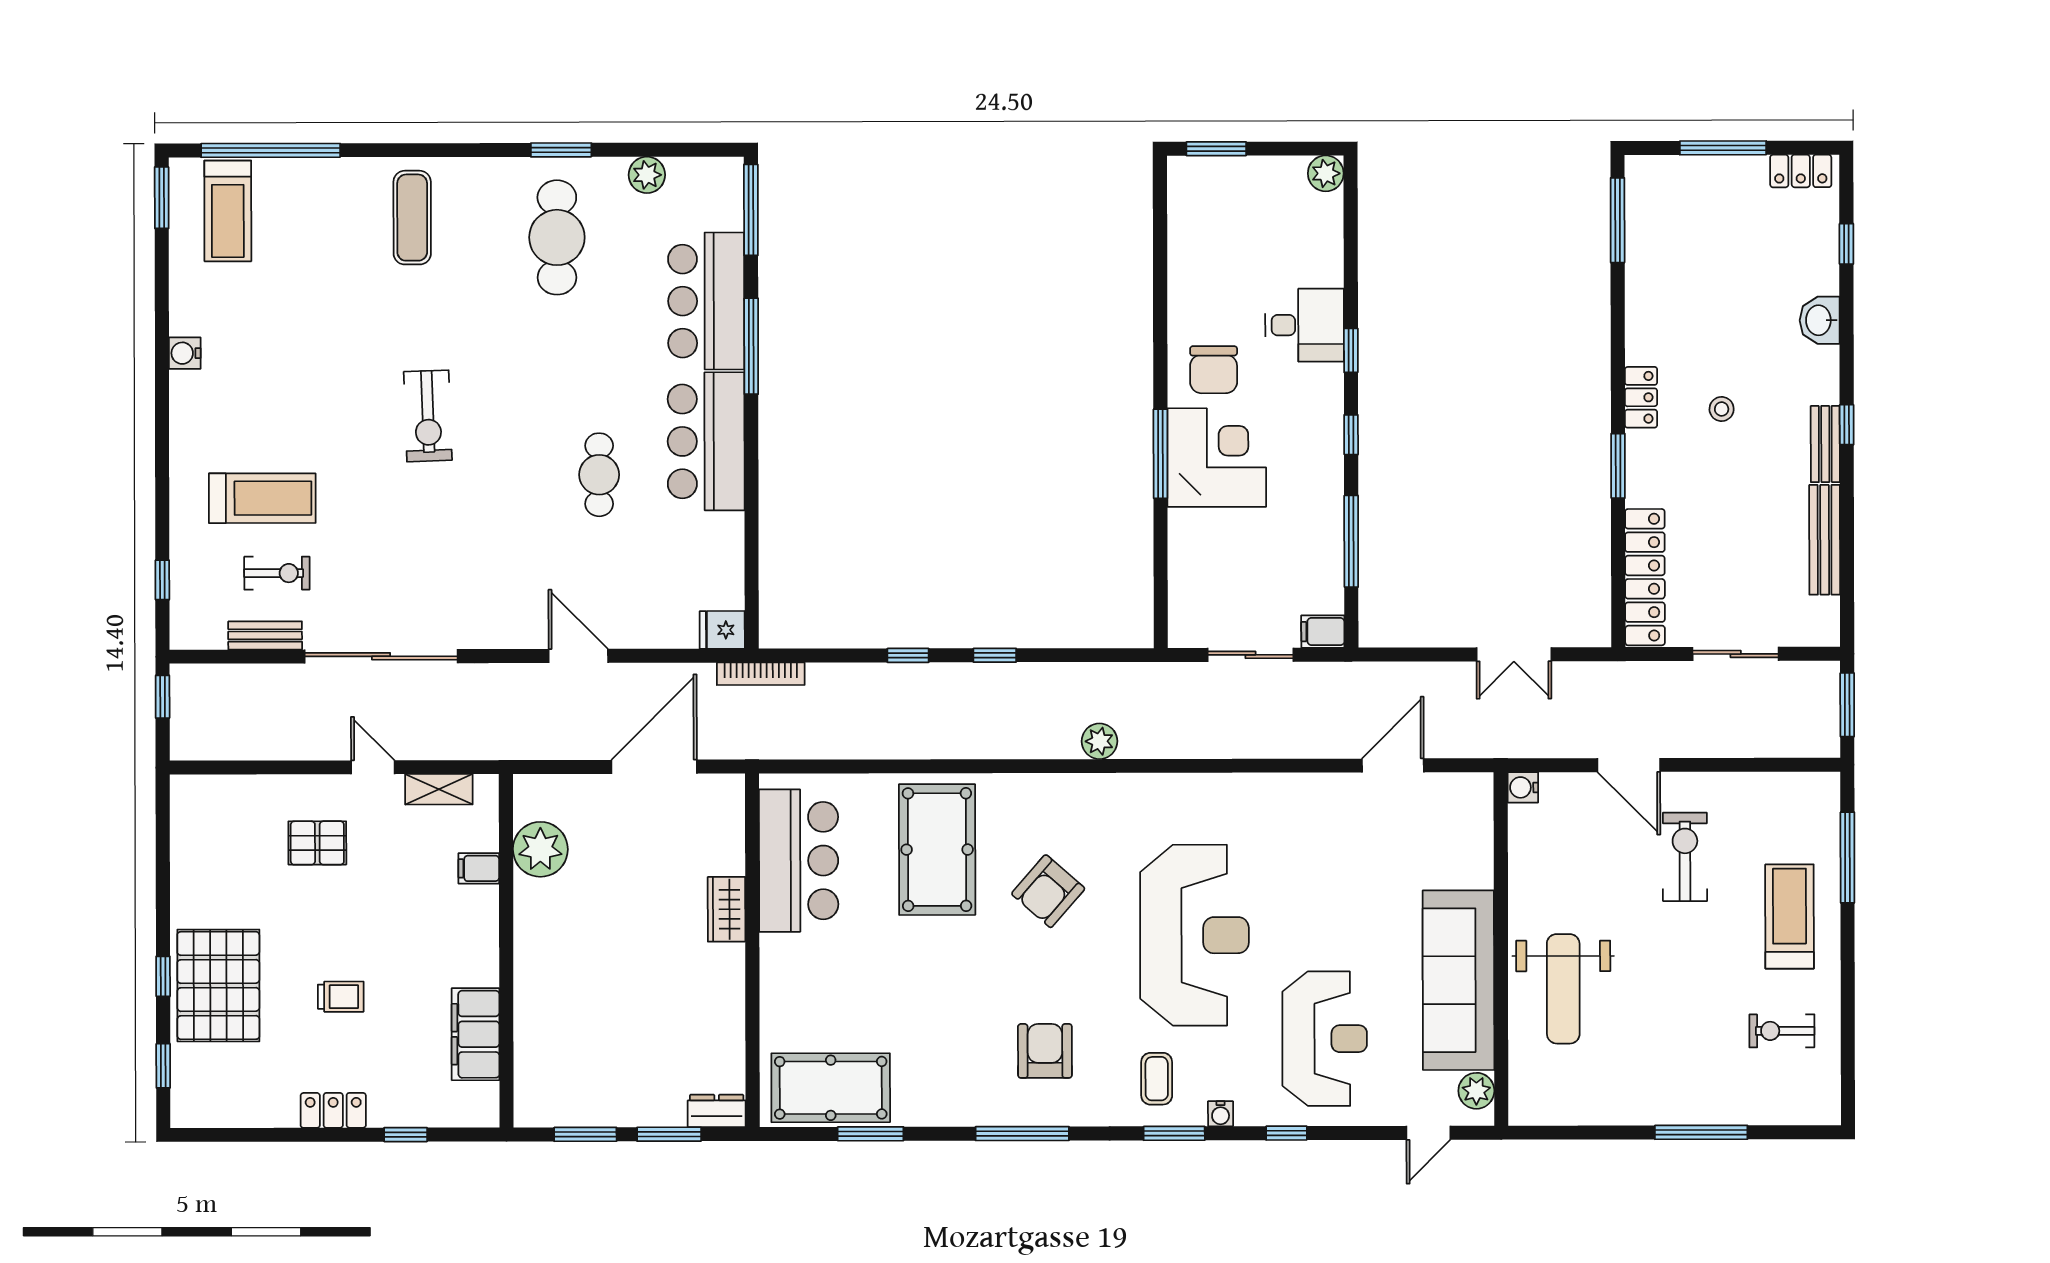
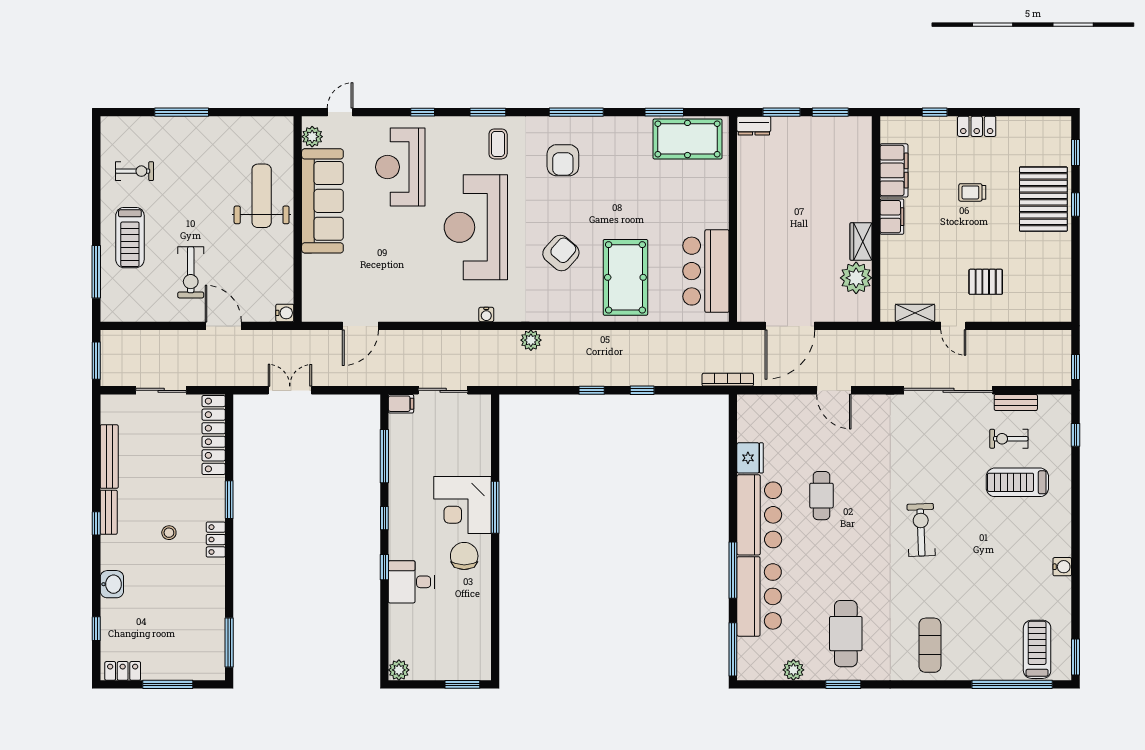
fridge: (722, 630) -> (750, 458), moved, width x1.38
filing cabinet: (479, 868) -> (892, 217), moved, width x2.00
wardrobe: (726, 909) -> (861, 242), moved, turned 180
water cooler: (1221, 1114) -> (486, 314), moved, turned 180

